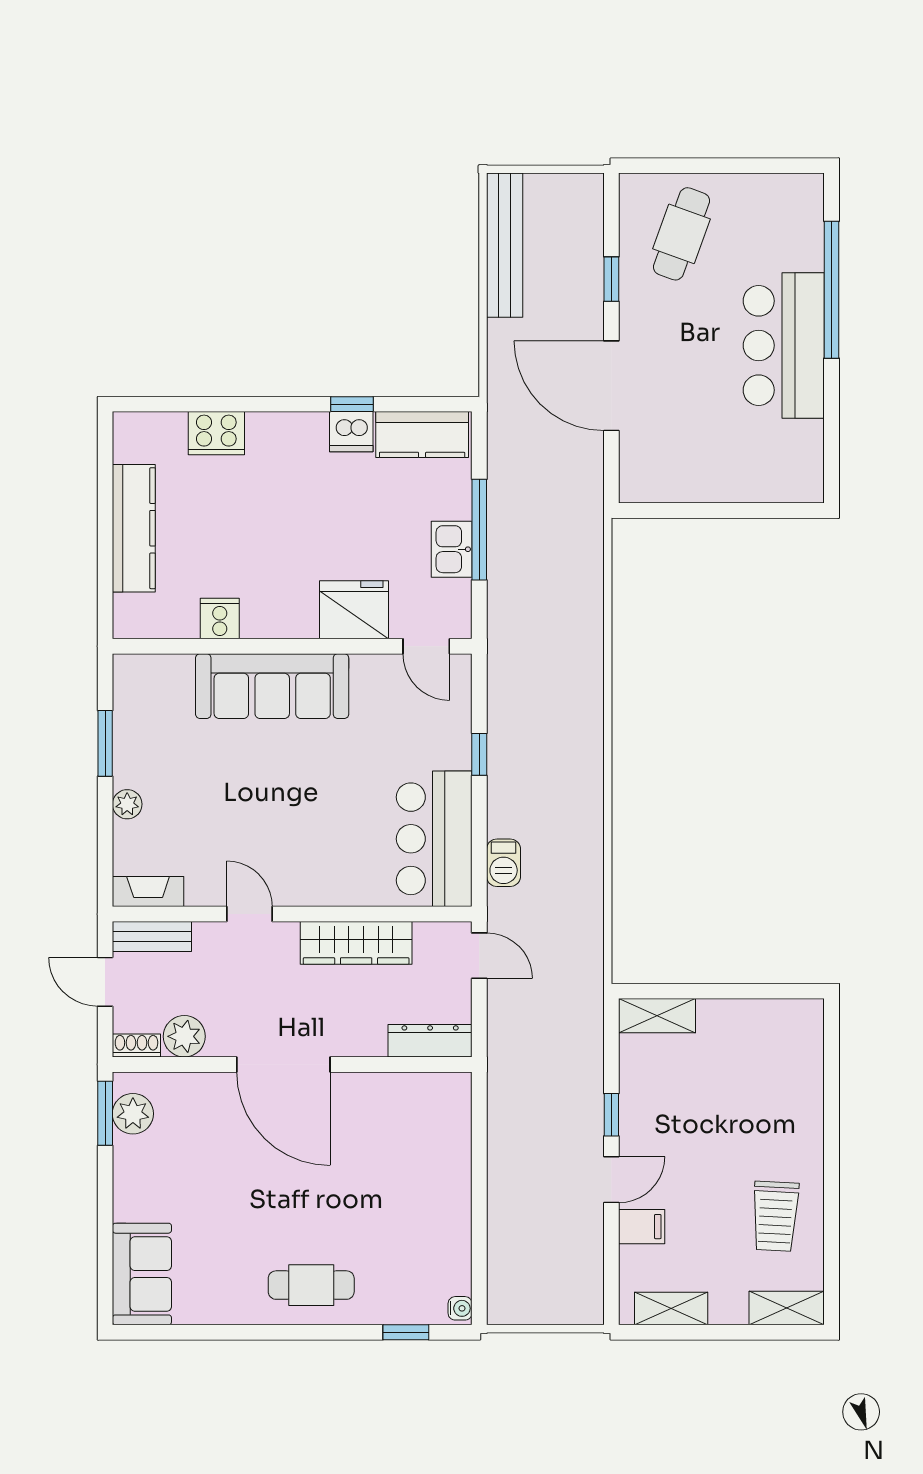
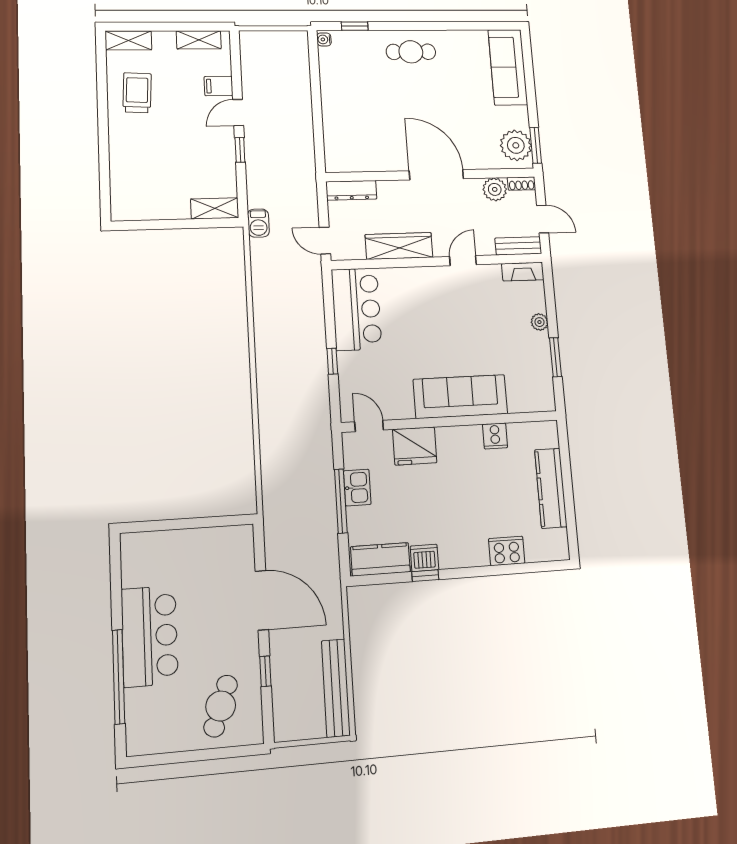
barbecue: (504, 863) -> (258, 223), moved, turned 180
door: (250, 914) -> (463, 261), swing flipped
plant: (133, 1114) -> (516, 145), width x1.36, depth x1.36
sofa: (142, 1274) -> (508, 67), width x1.36

